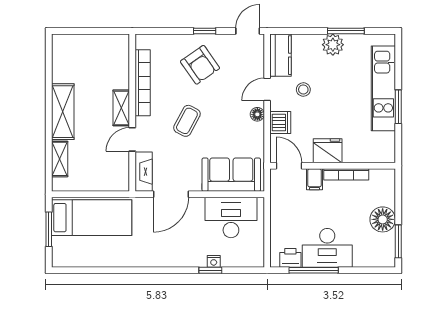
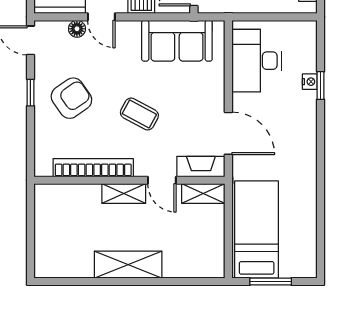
floor lamp: (257, 114) -> (77, 29), moved
shelving: (60, 159) -> (203, 193), moved
sofa: (231, 175) -> (177, 41), moved, turned -90

